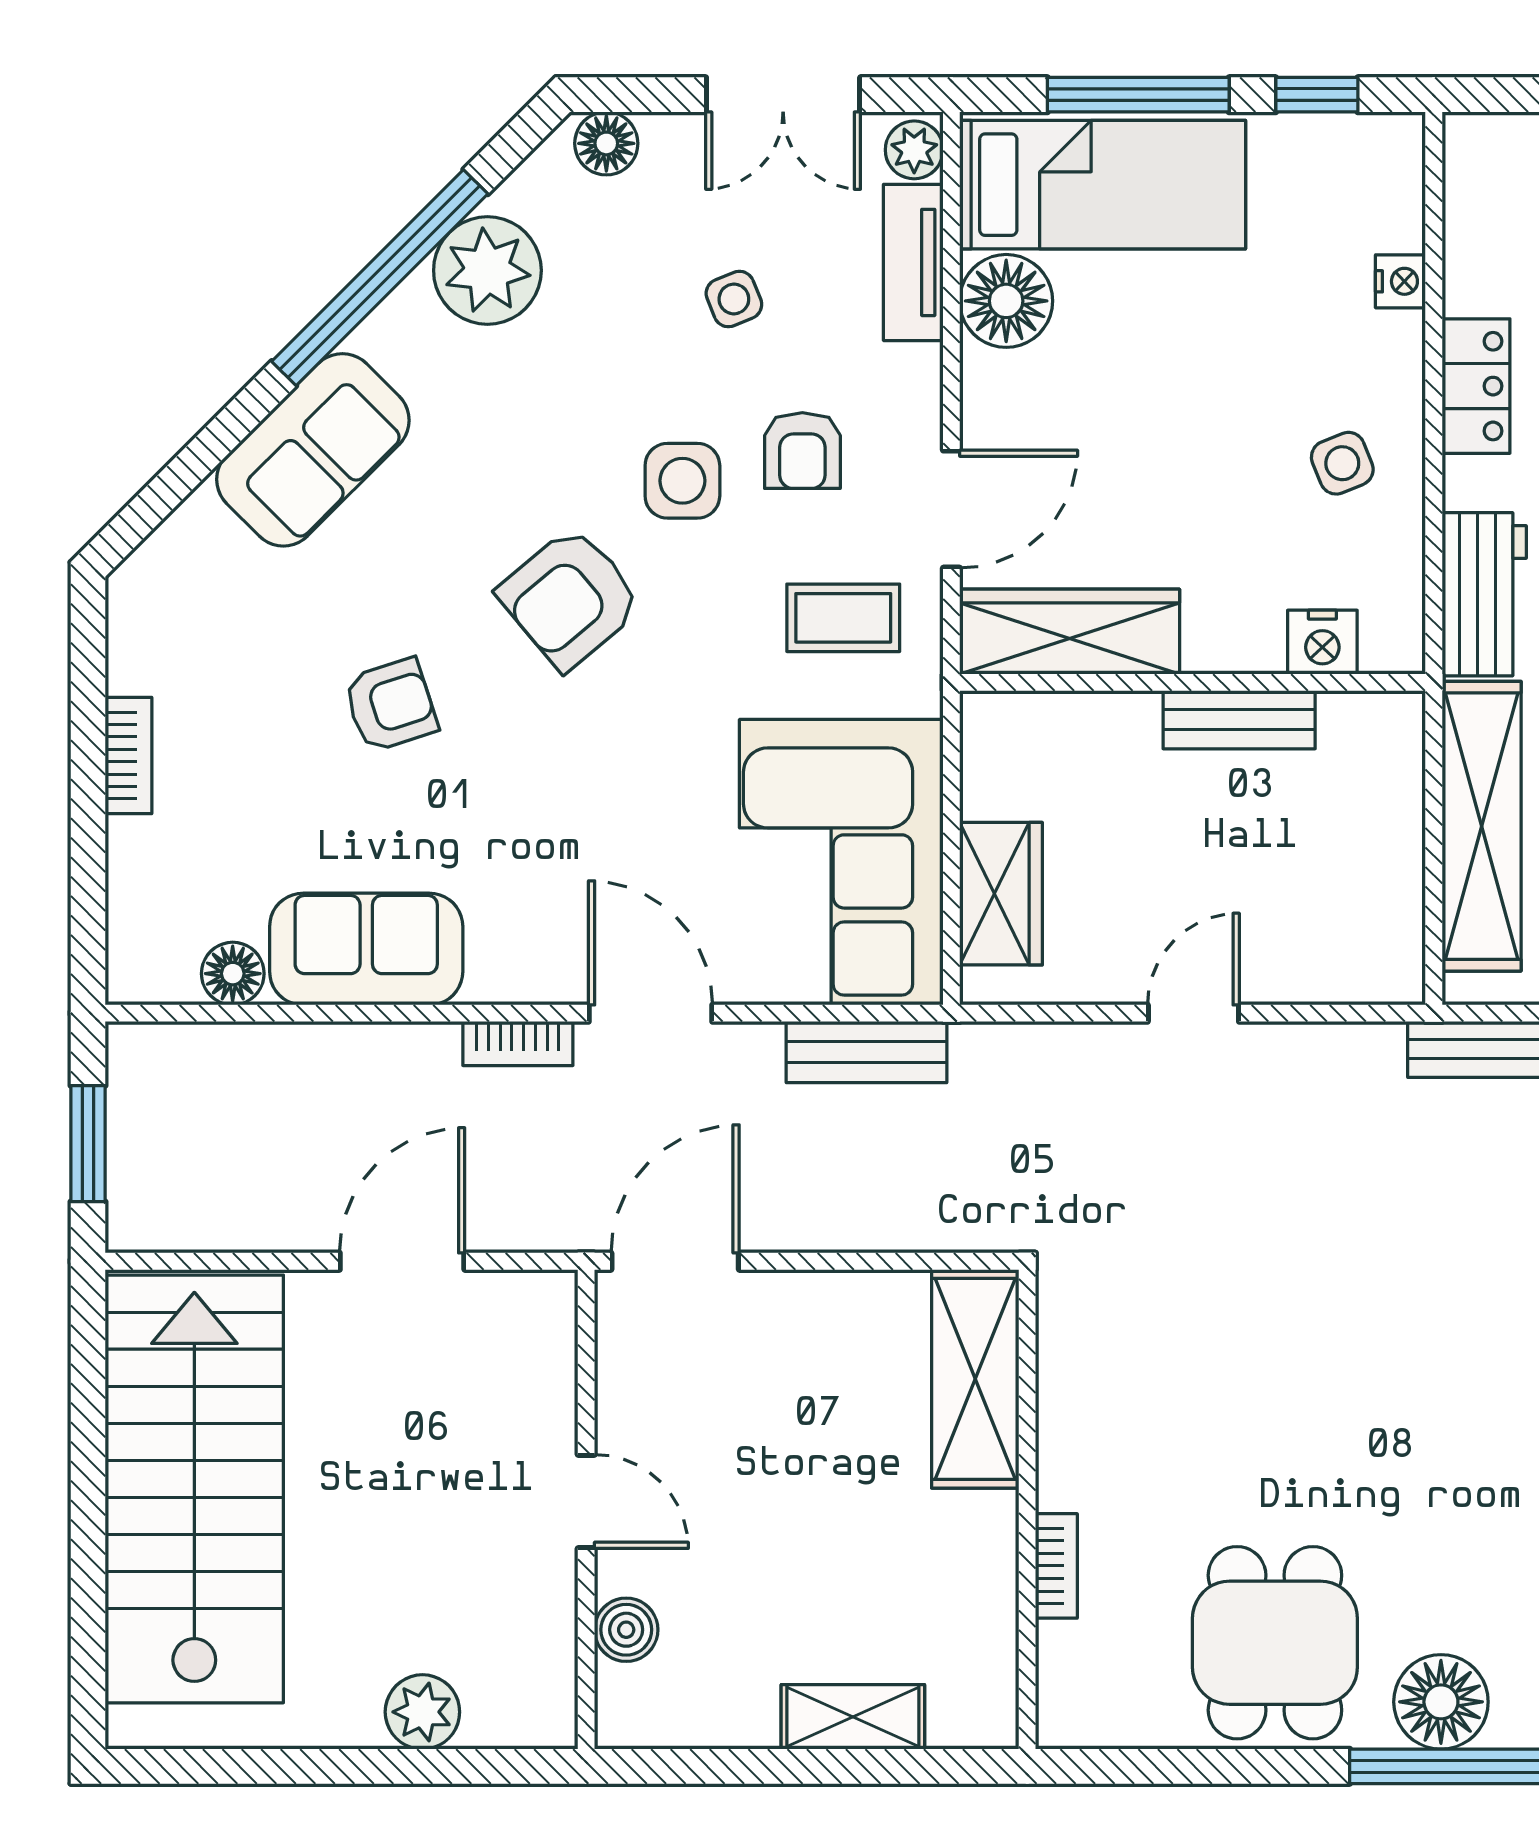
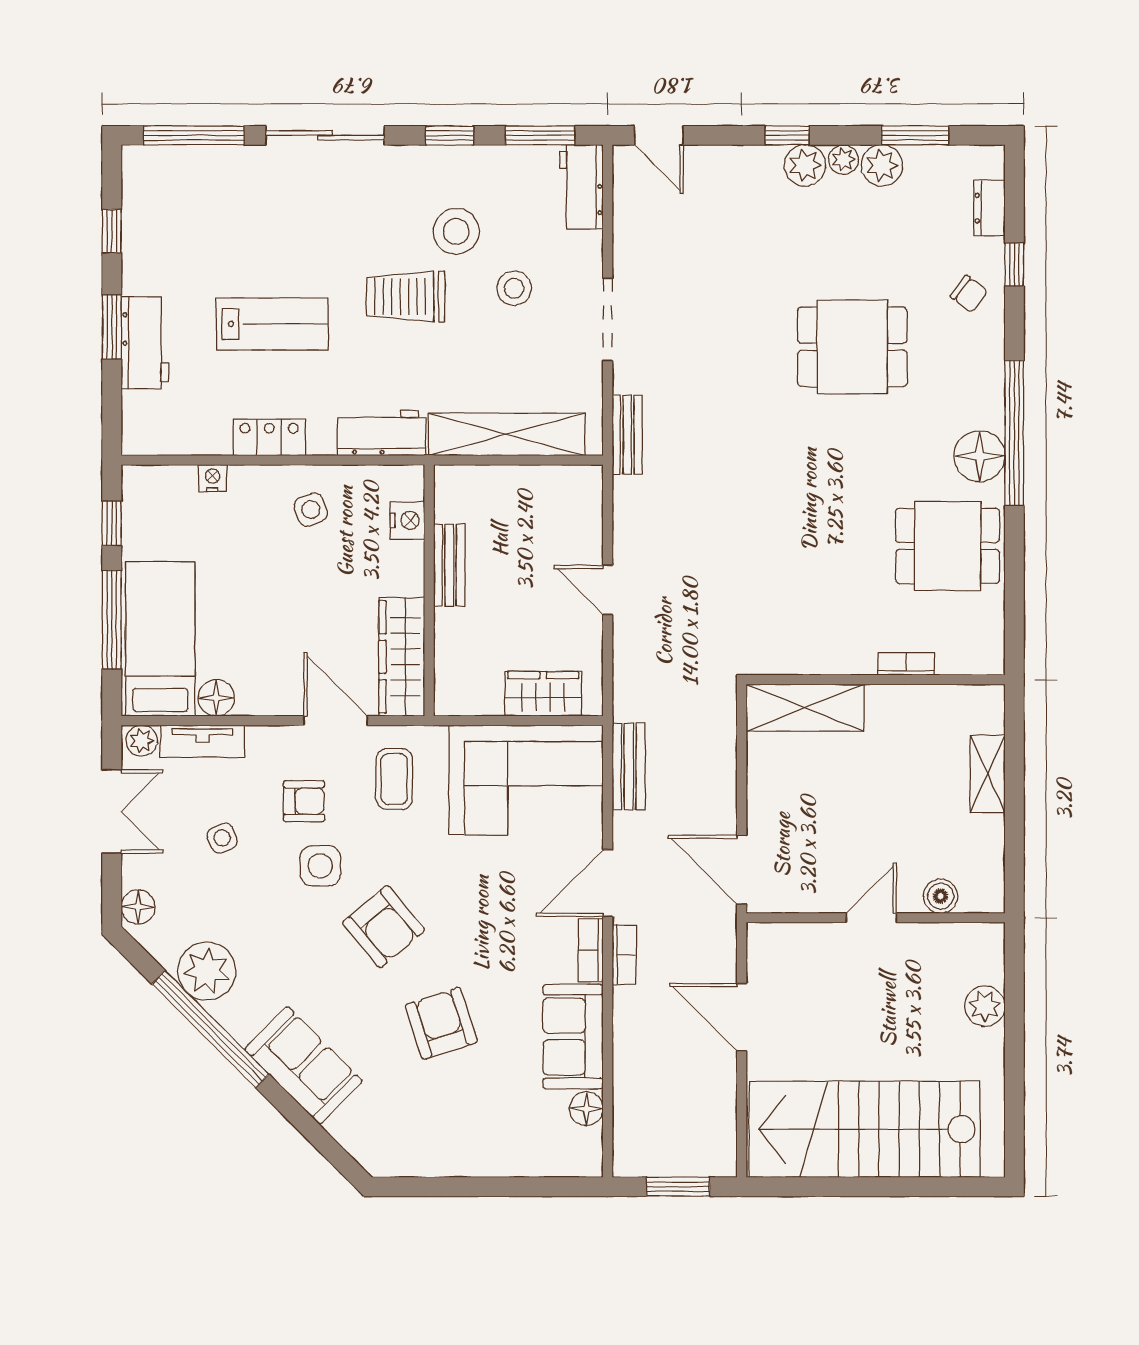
floor lamp: (1006, 301) -> (216, 698), width x0.73, depth x0.73
armchair: (391, 705) -> (441, 1023), width x1.38, depth x1.38
bookcase: (128, 755) -> (591, 950), moved, turned -90

